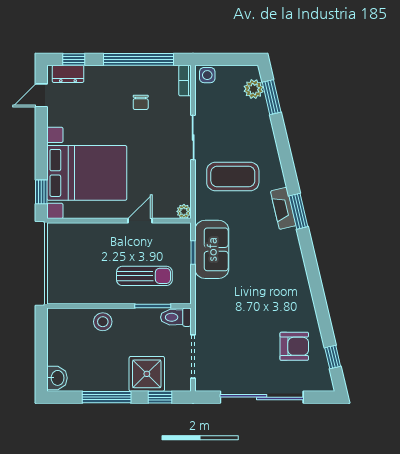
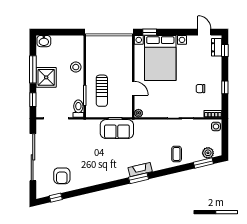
window: (139, 59) -> (225, 87), width x0.32
coffee table: (233, 177) -> (177, 154), moved, width x0.54, depth x0.58
shower: (147, 374) -> (46, 77), moved

